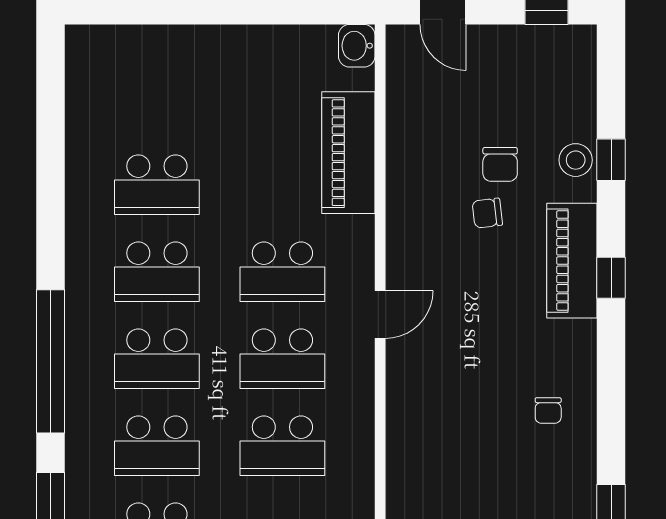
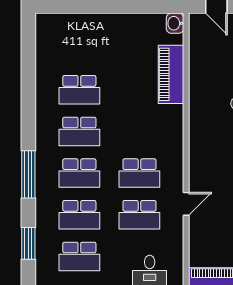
school desk: (282, 272) -> (139, 131), removed
door: (380, 314) -> (186, 204), moved
window: (50, 361) -> (28, 174), width x0.68

